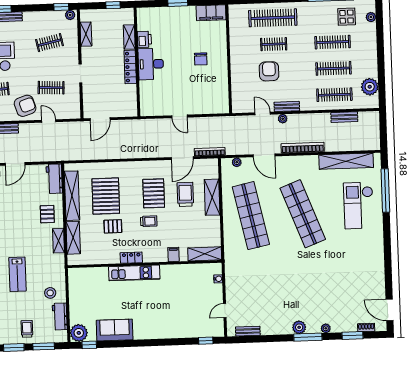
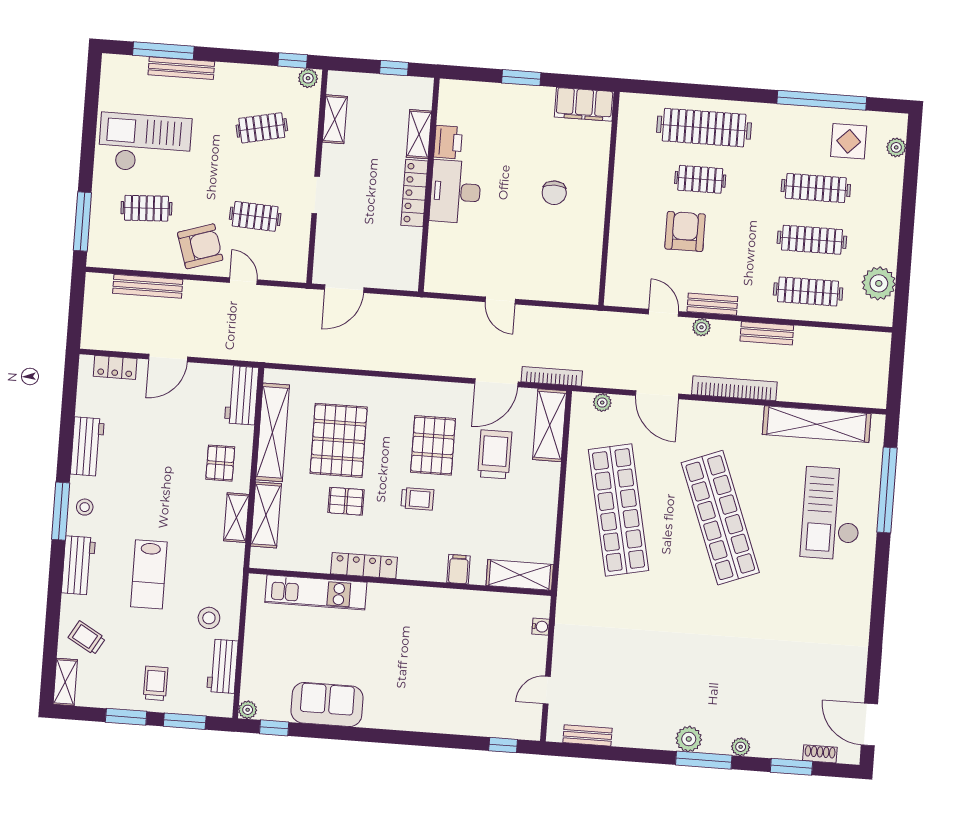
bench: (344, 117) -> (767, 333), moved
shelving: (212, 197) -> (550, 425), moved
locker: (131, 258) -> (364, 566), width x1.53
kitchen unit: (134, 273) -> (316, 592), moved
plant: (79, 333) -> (248, 710), width x0.53, depth x0.53

